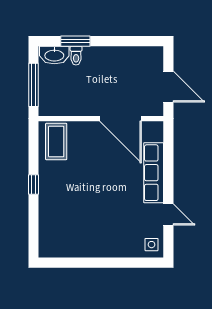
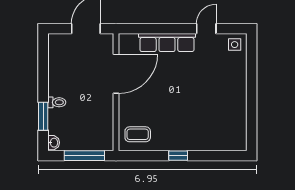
washbasin: (54, 55) -> (54, 143), width x0.52, depth x0.69
toilet: (76, 56) -> (57, 102), moved
coffee table: (56, 142) -> (138, 134), width x0.73, depth x0.77

